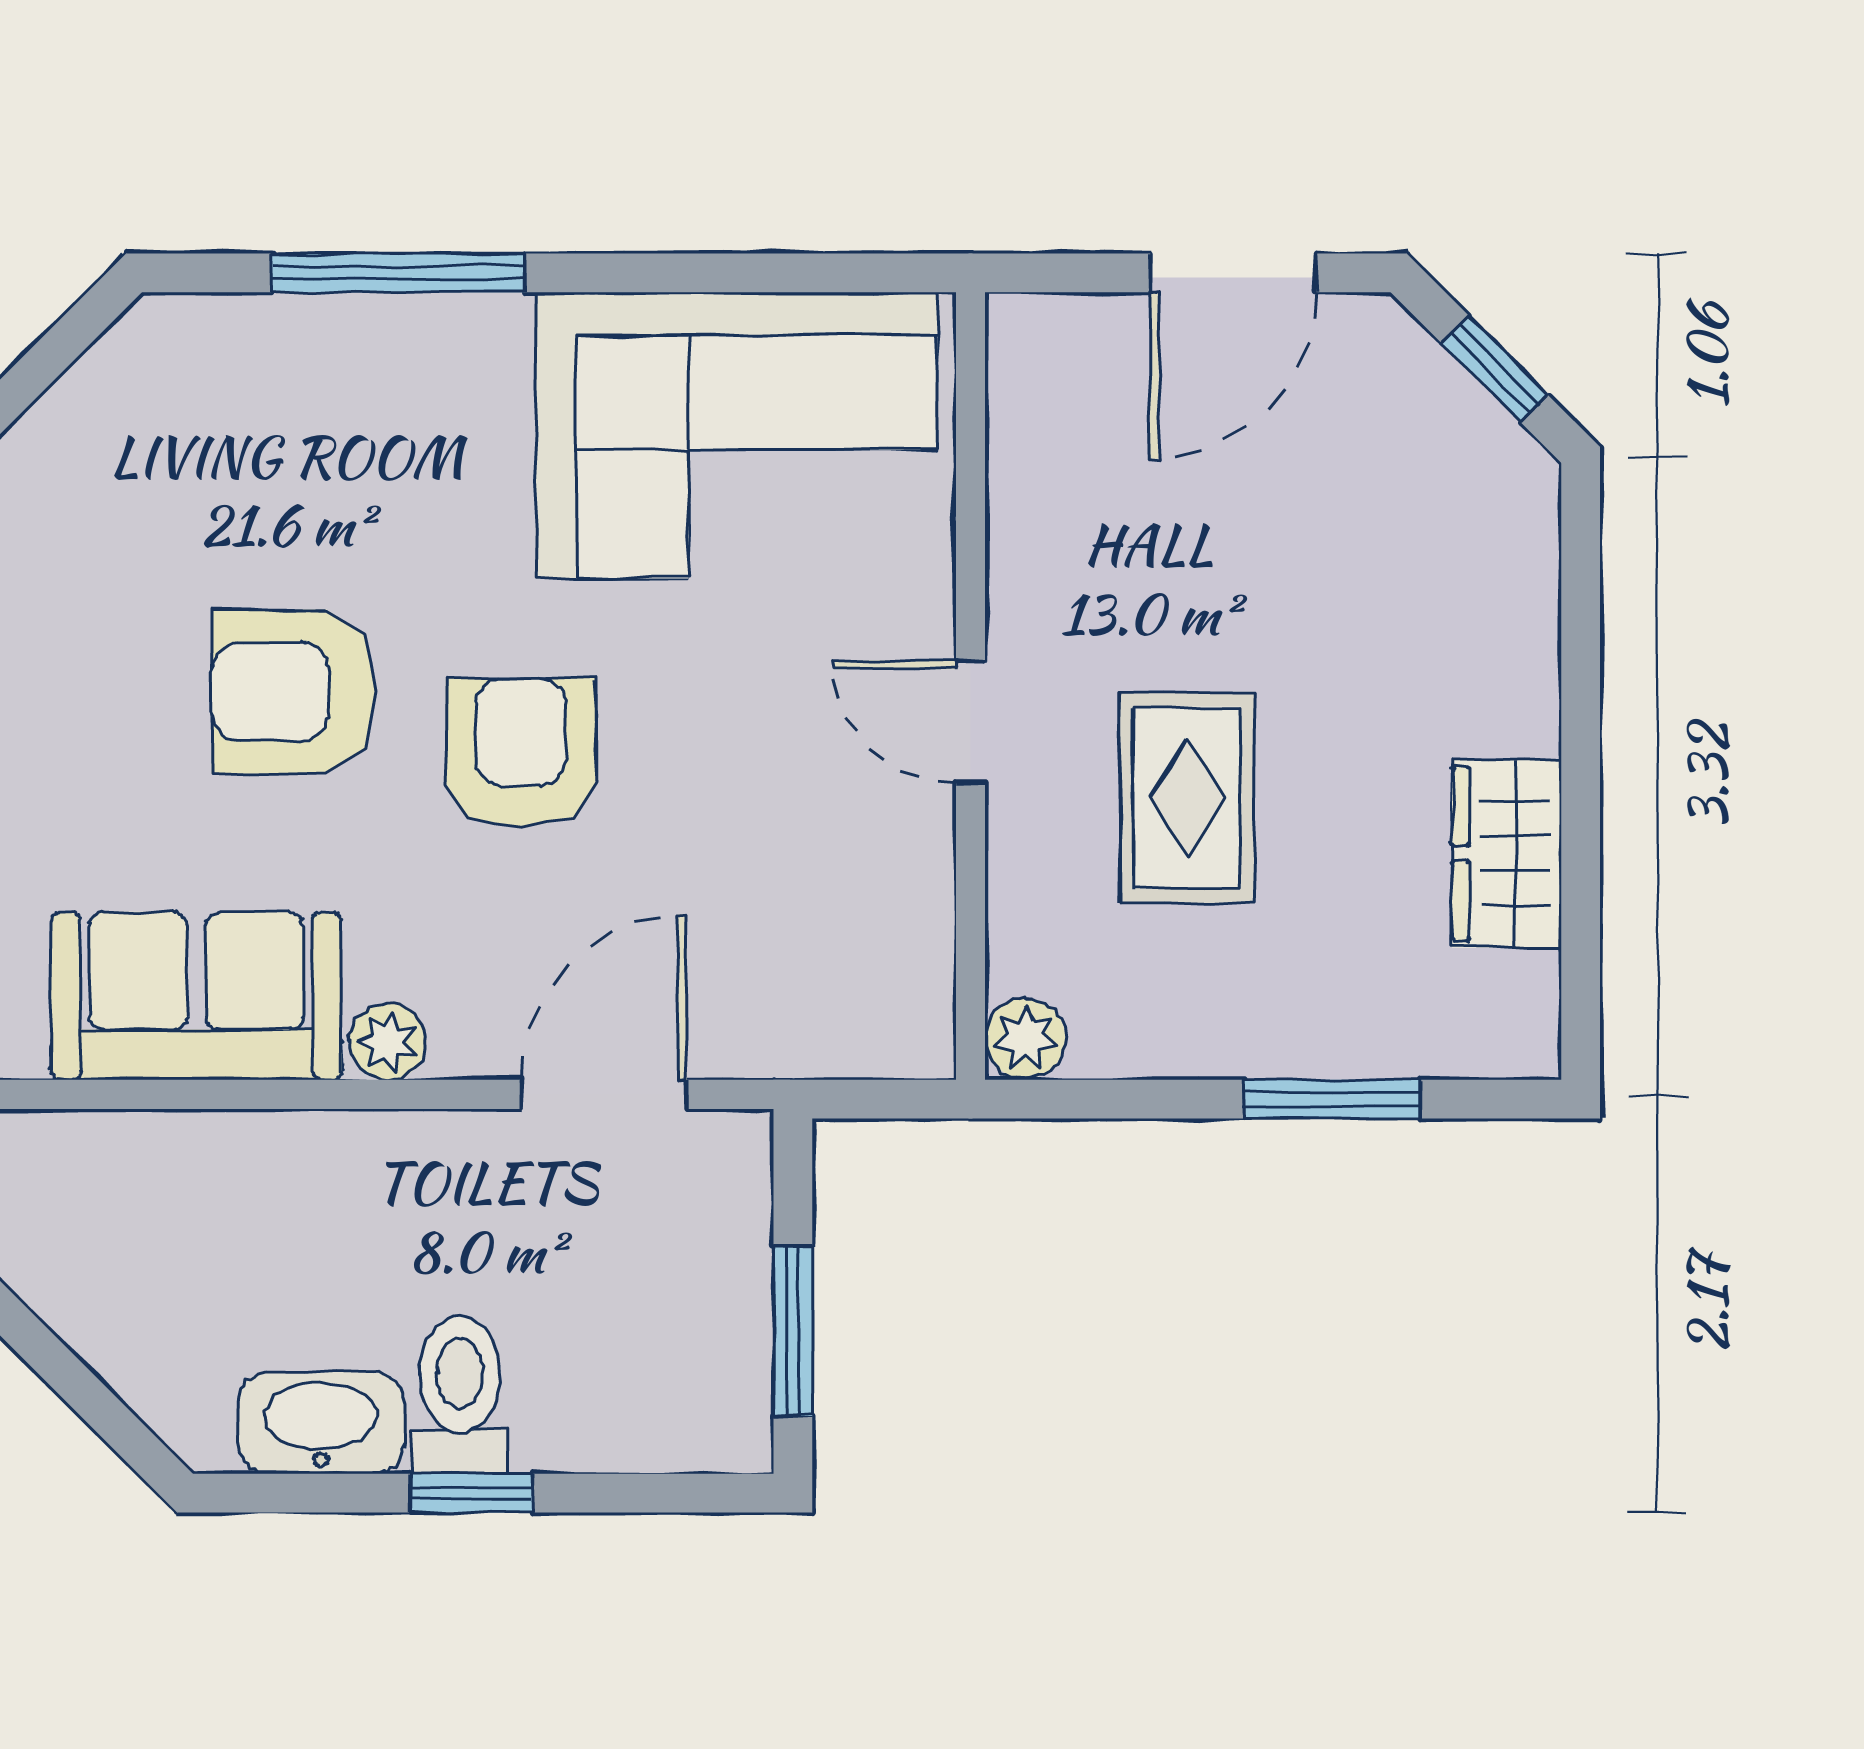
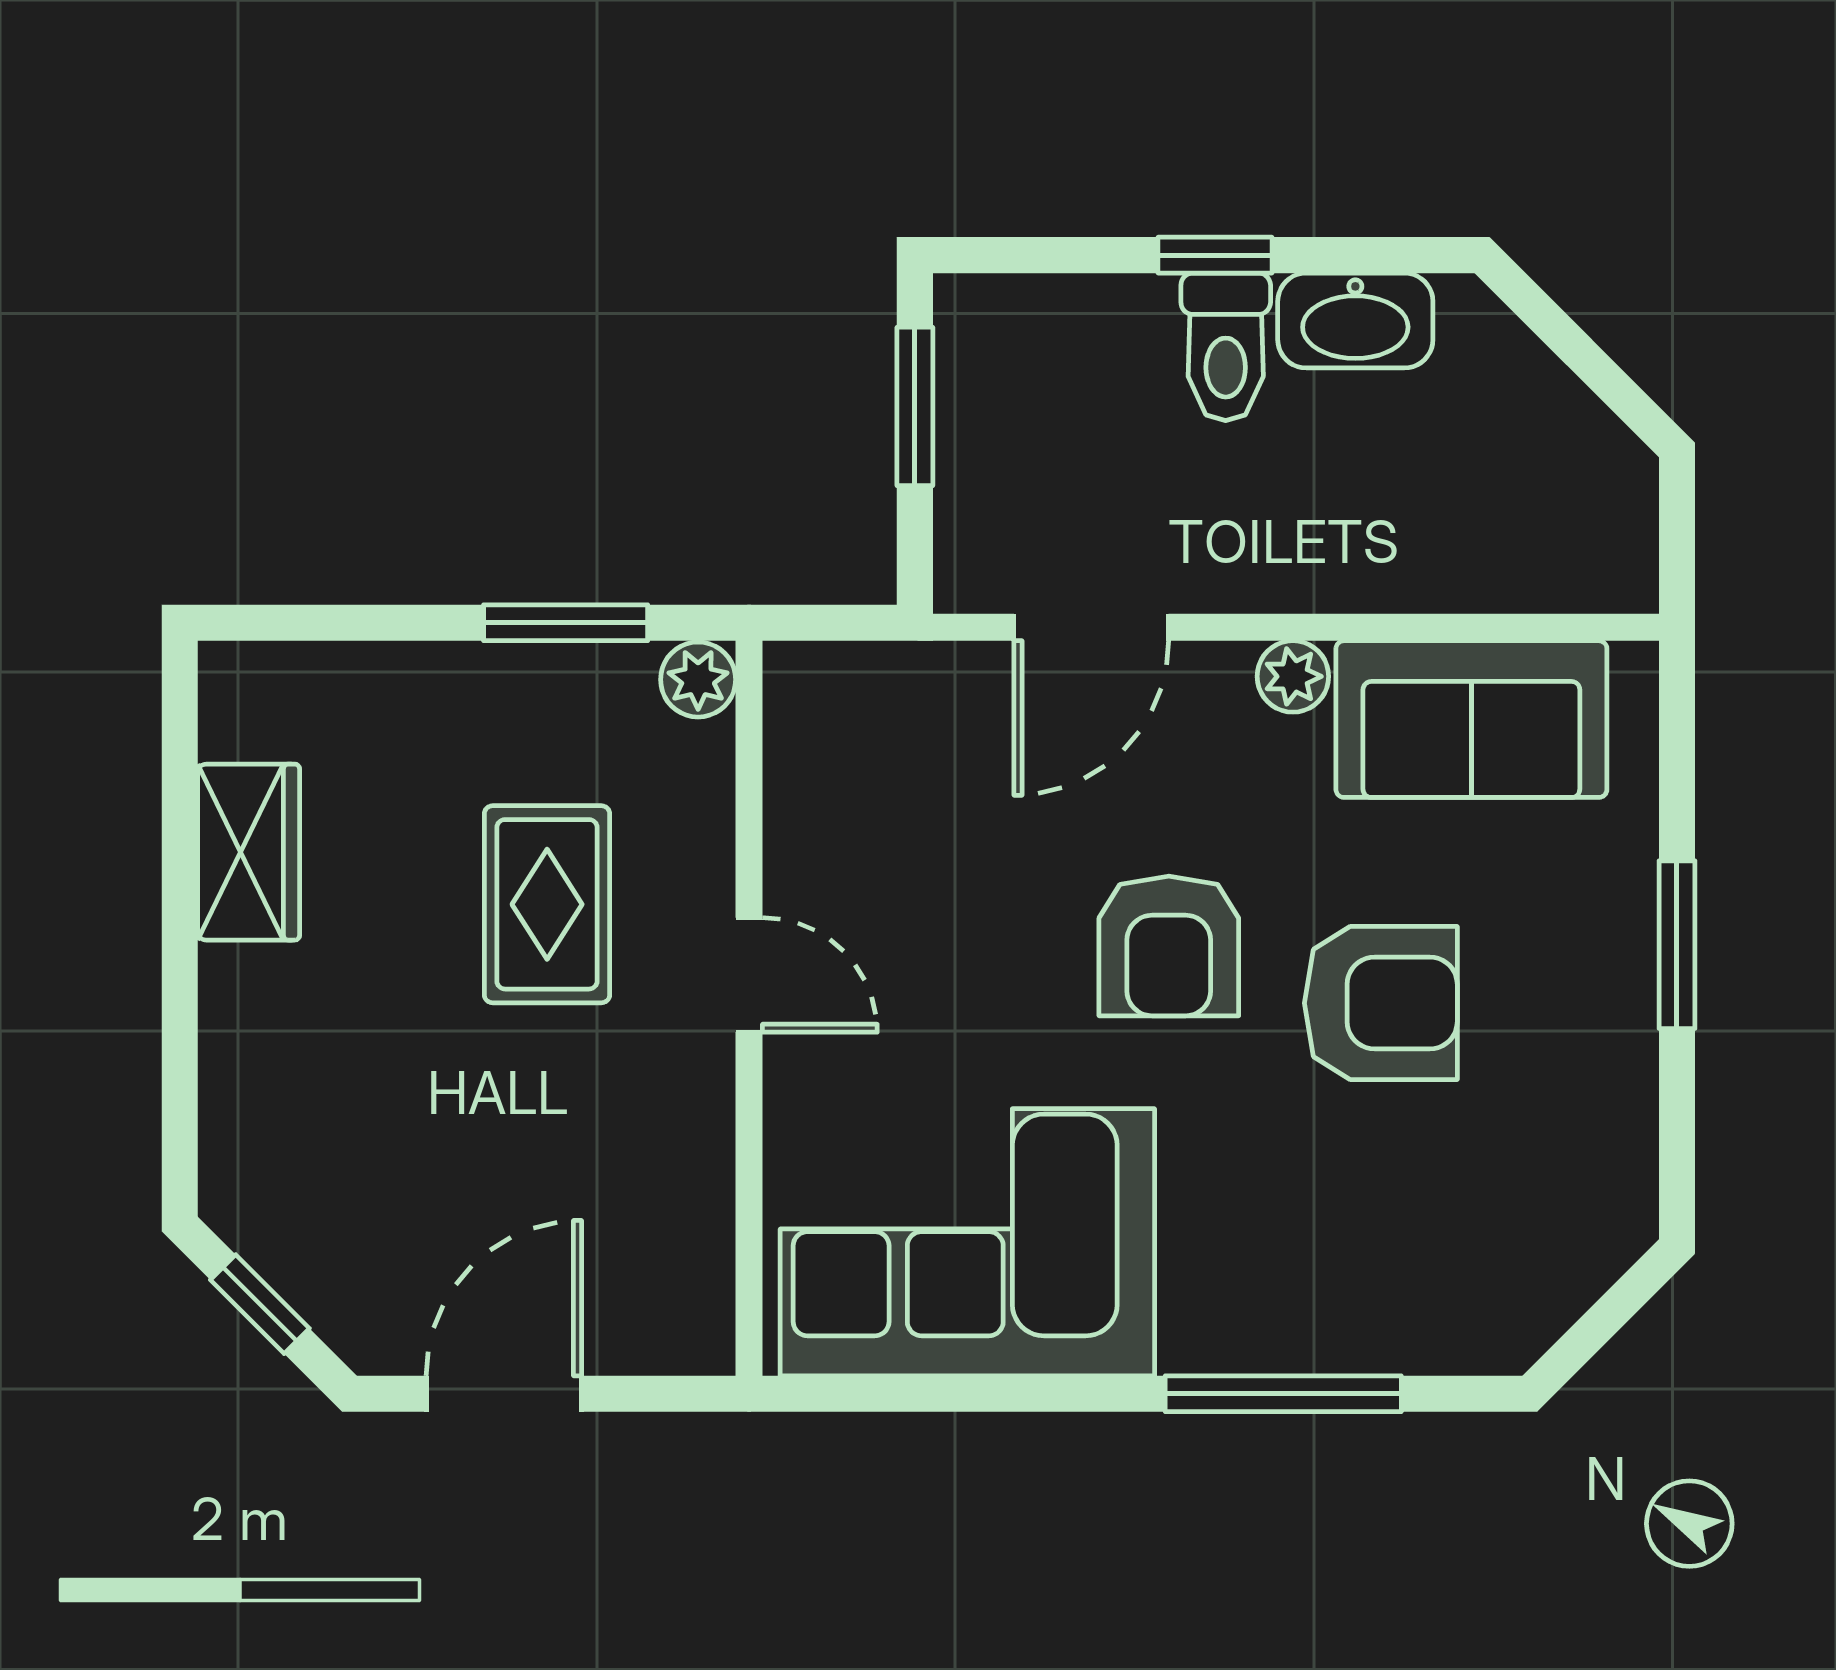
window: (1332, 1099) -> (566, 623), moved

